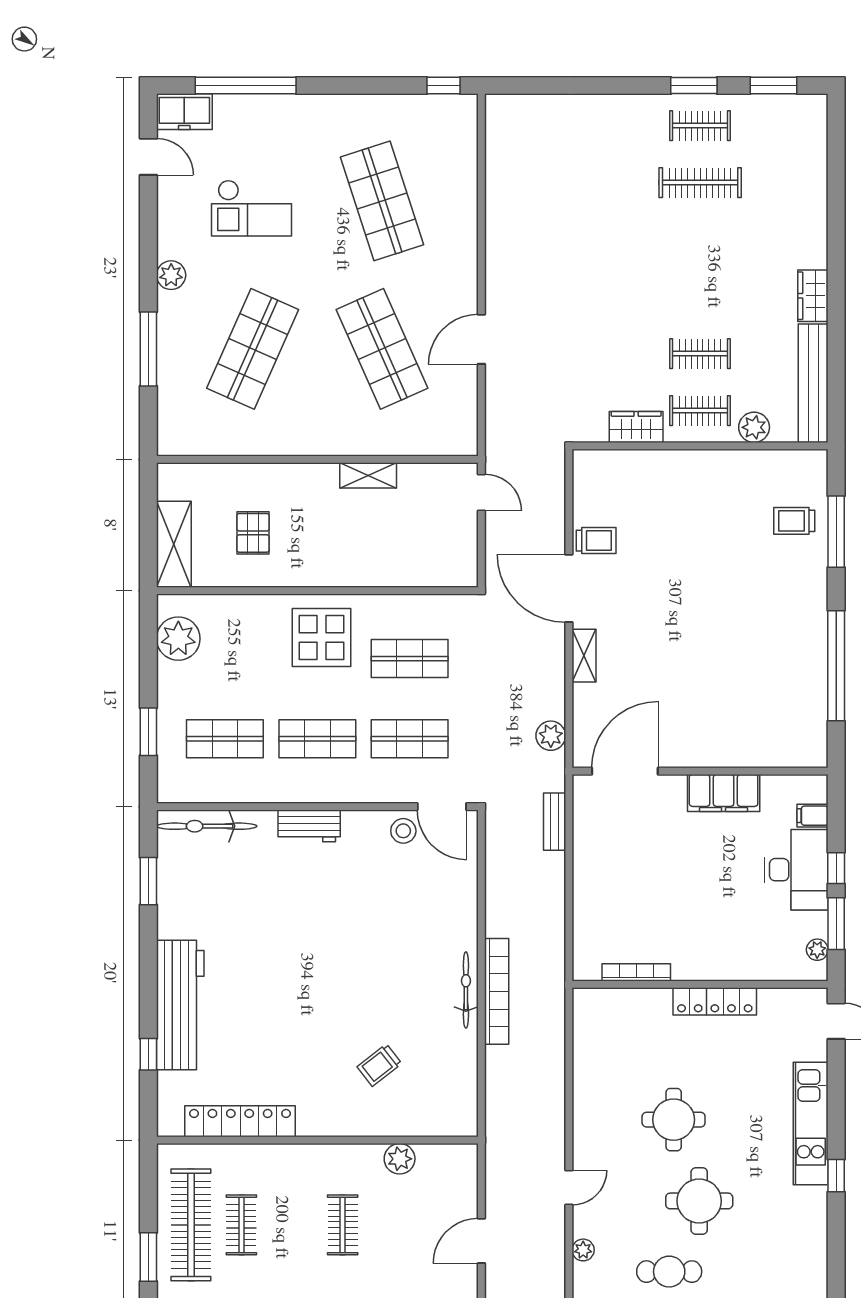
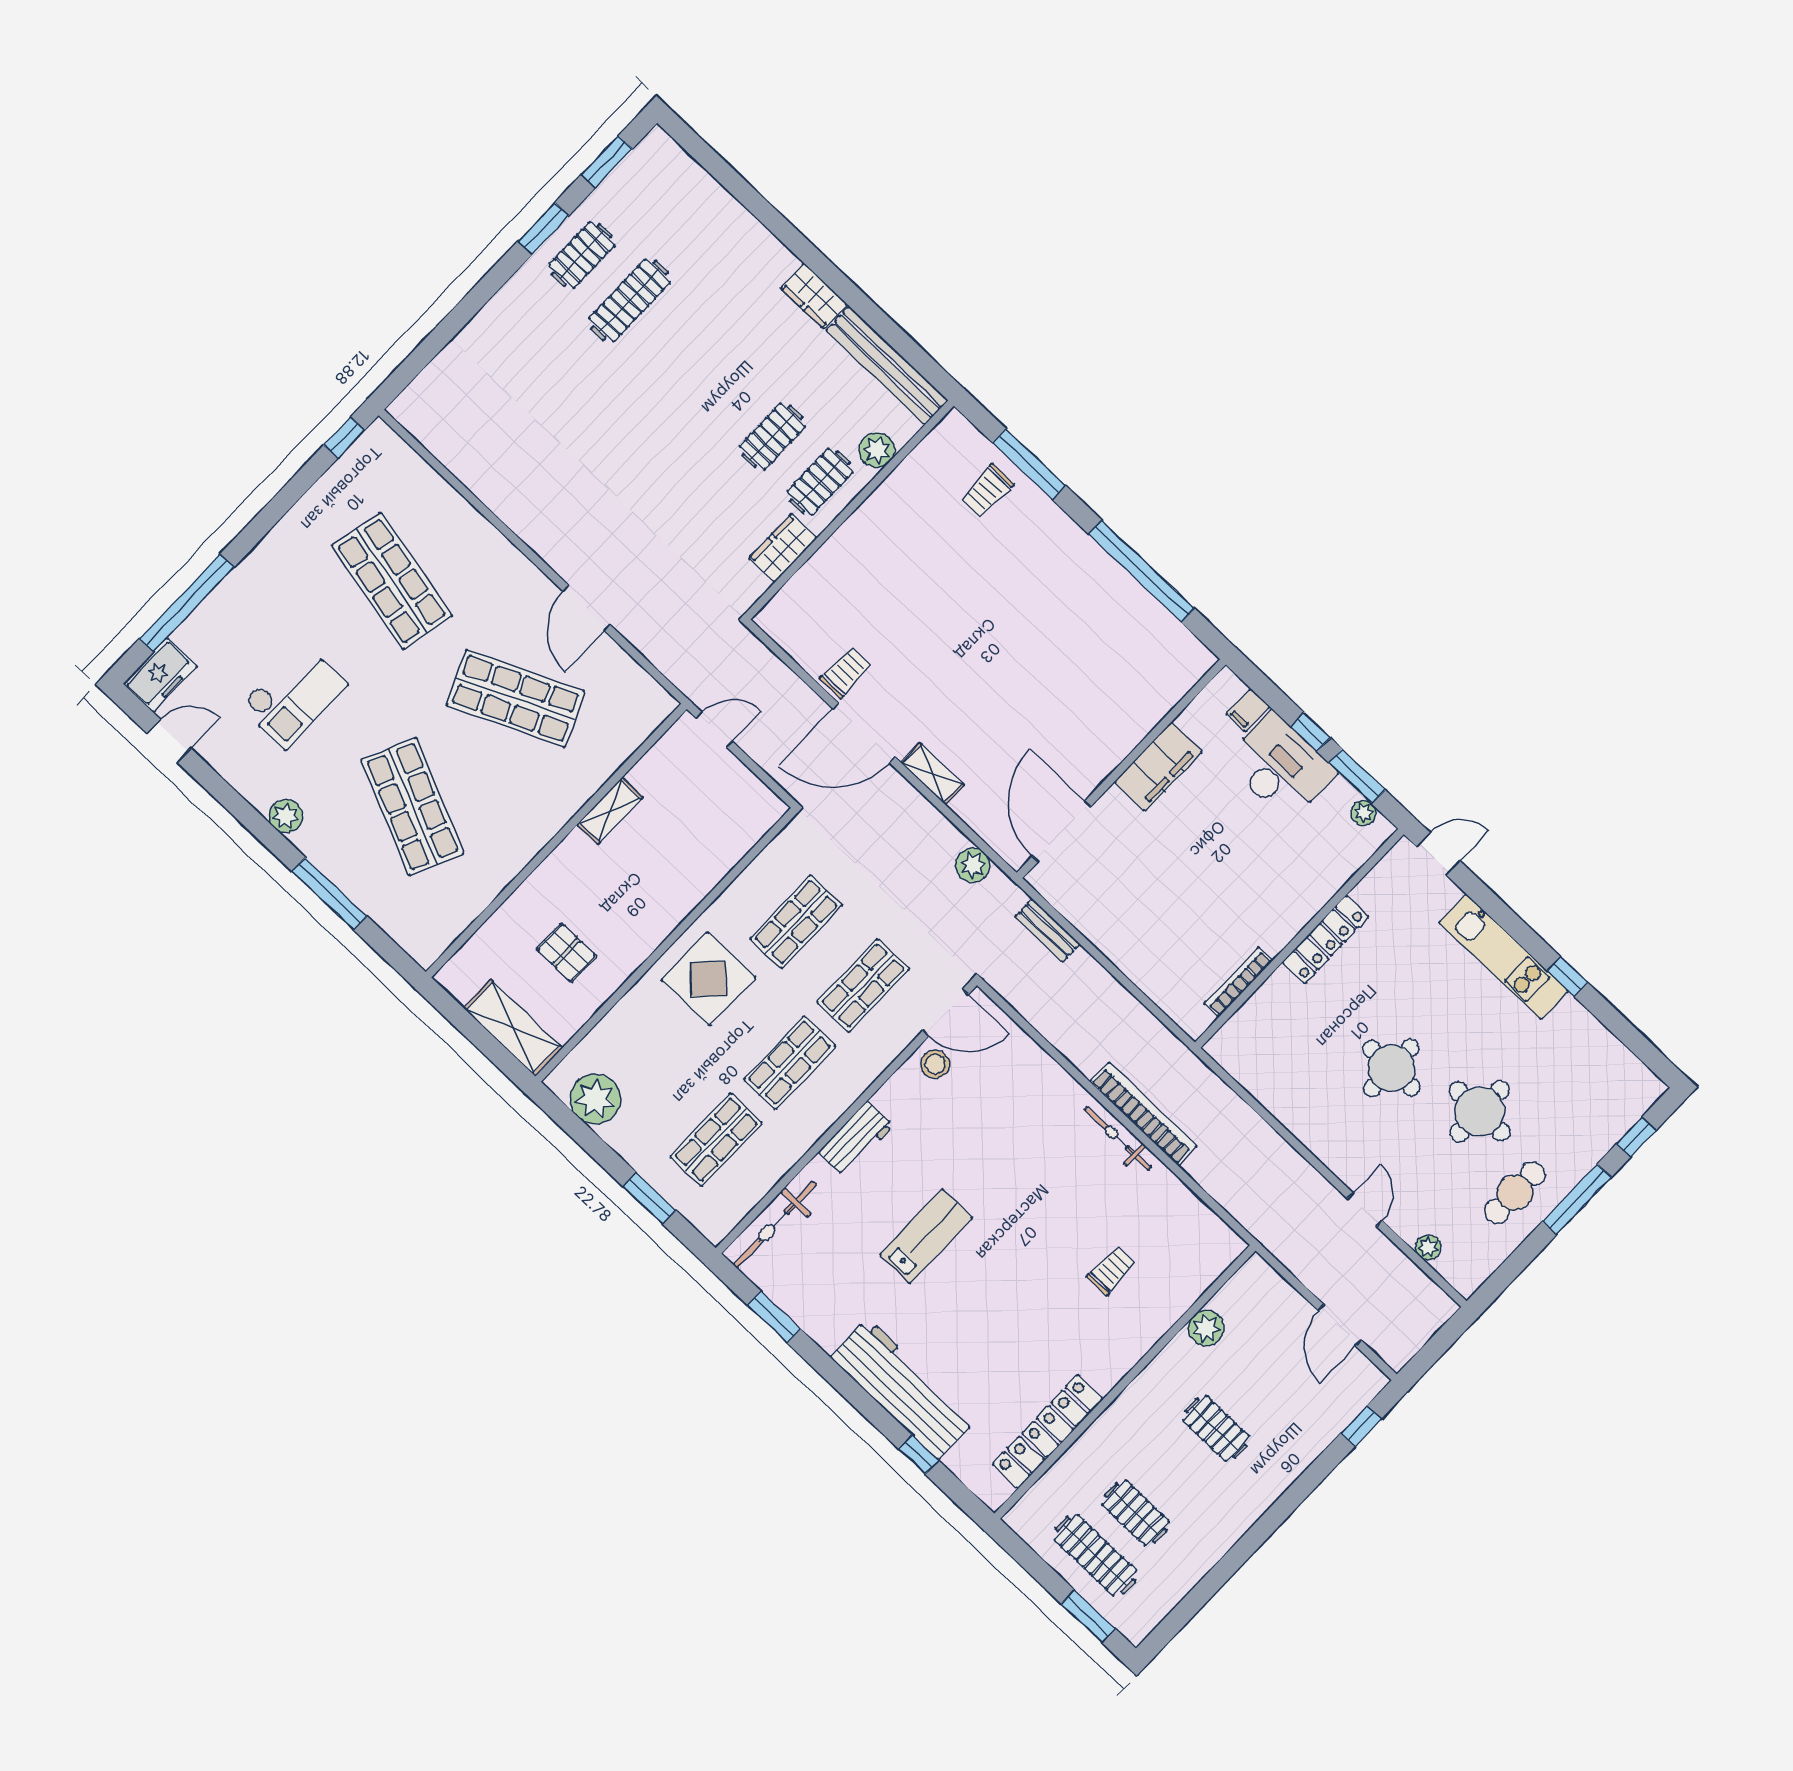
shop shelf: (382, 201) -> (392, 581), turned 30
lab bench: (290, 928) -> (926, 1236), added
trolley: (379, 1065) -> (1112, 1270), turned -142
clothes rail: (191, 1225) -> (1095, 1555), width x0.73, depth x0.76

